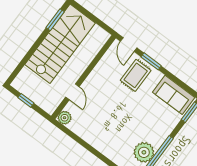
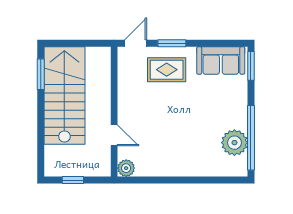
door: (129, 44) -> (136, 43), swing flipped
rug: (136, 75) -> (167, 70), turned 90

